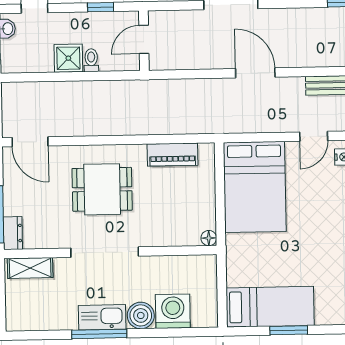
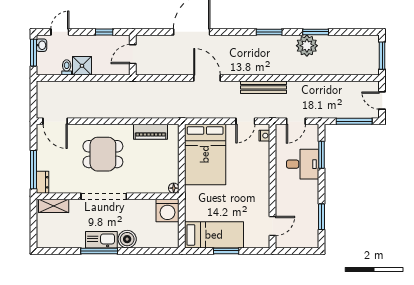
toilet: (91, 60) -> (67, 67), moved
washing machine: (173, 311) -> (167, 211), moved, turned 180

